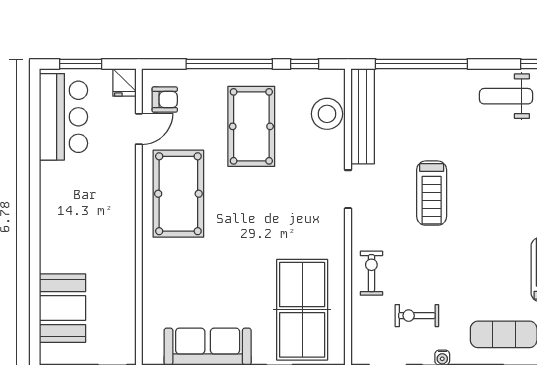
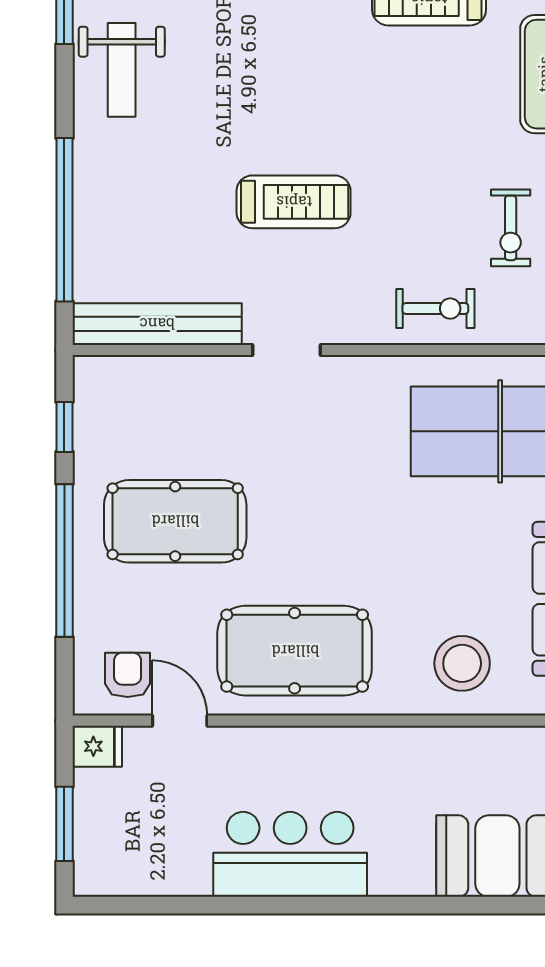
stool: (327, 114) -> (462, 663), moved
bar counter: (63, 117) -> (290, 854), moved
exercise bike: (371, 273) -> (435, 309), turned 180

